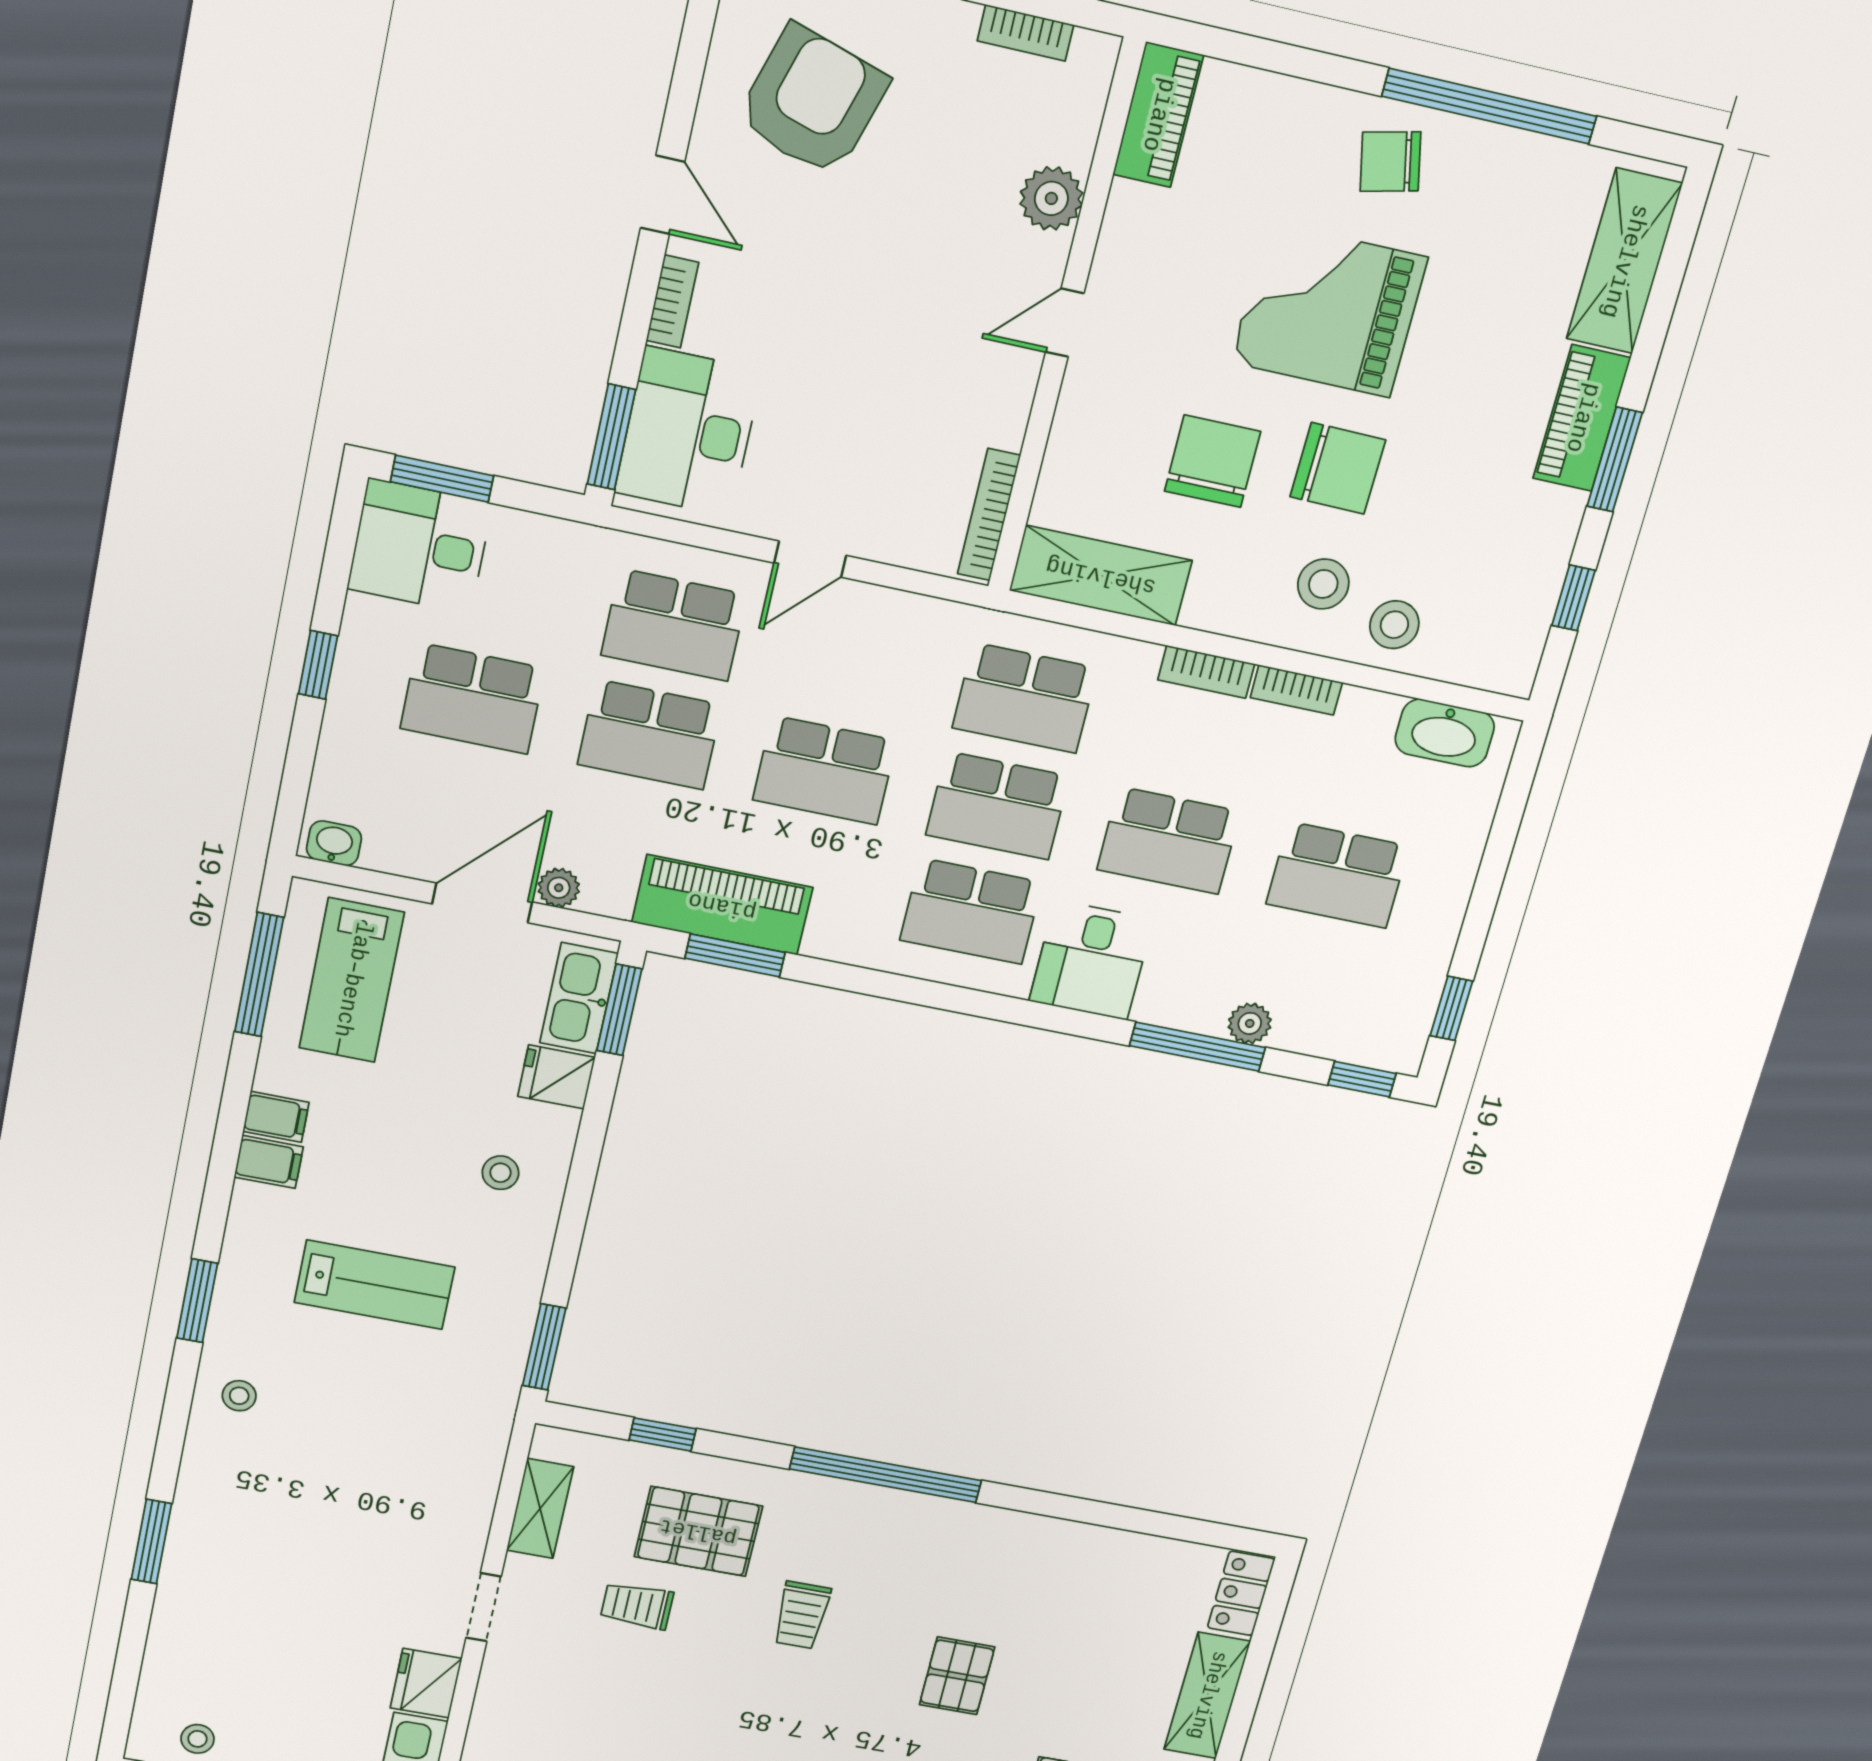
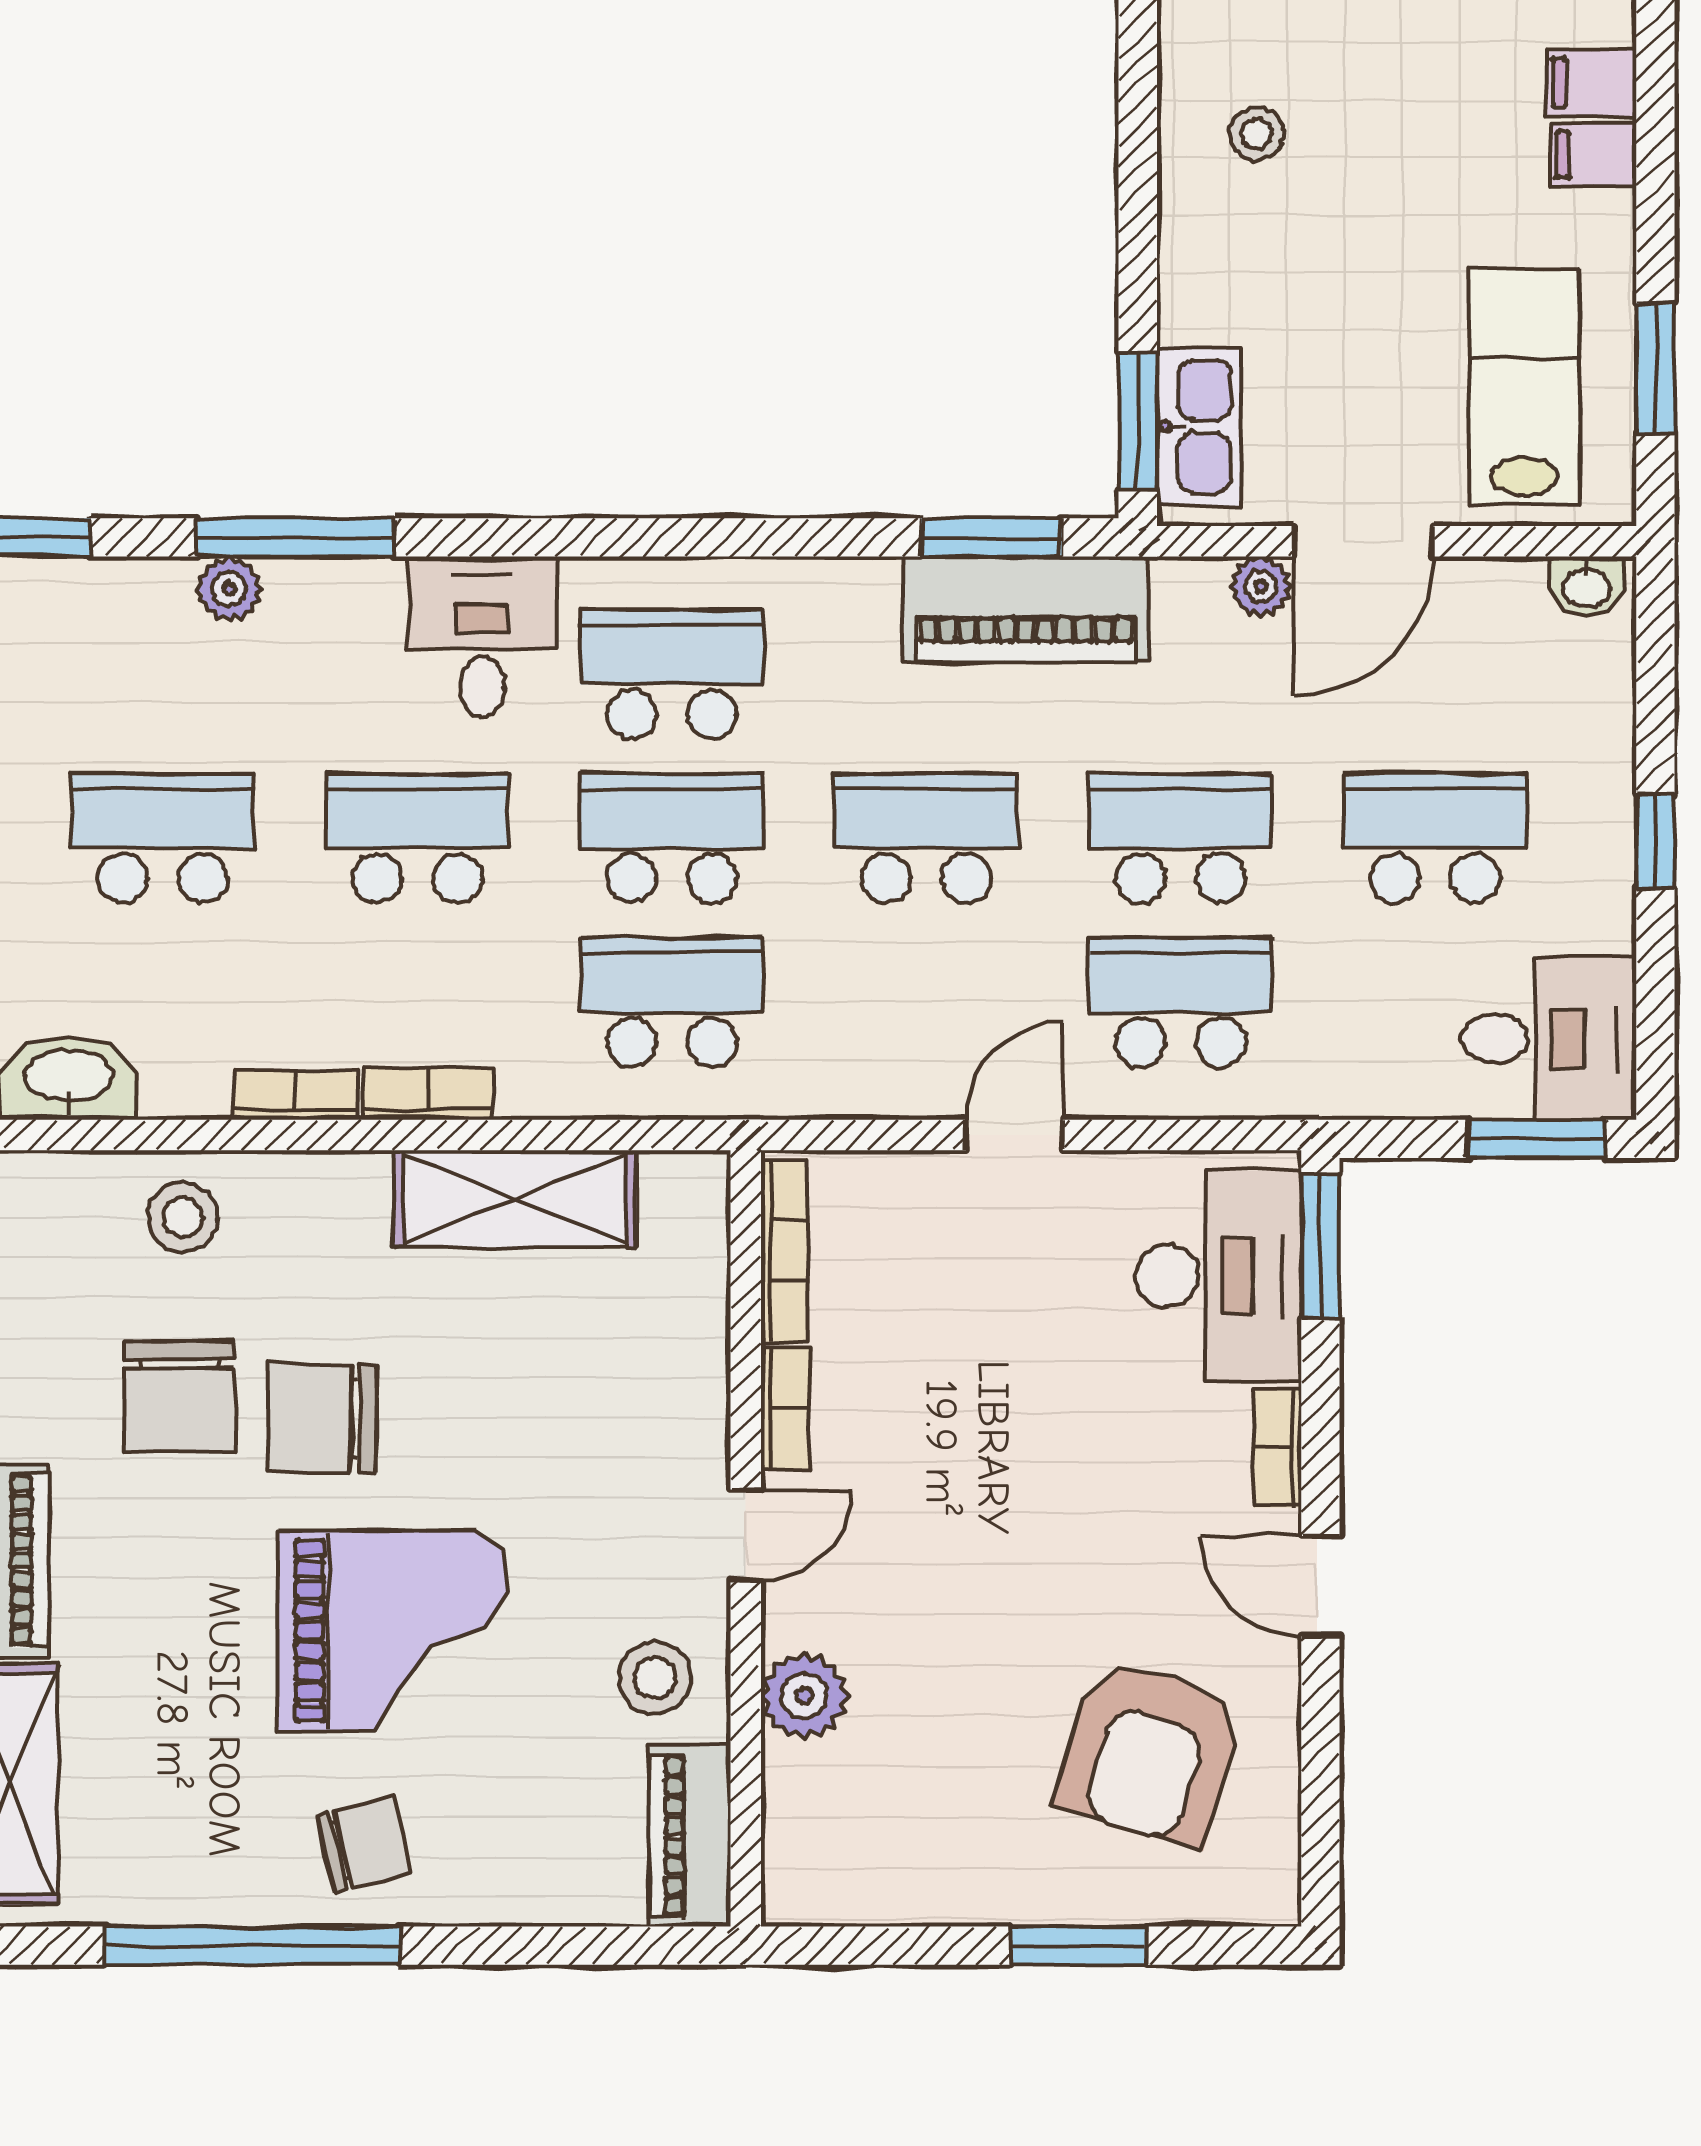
bookcase: (1026, 33) -> (785, 1409), moved, turned 90
chair: (1212, 461) -> (179, 1397), moved
shelving: (1101, 575) -> (515, 1199), moved
stool: (1323, 584) -> (655, 1678), moved
window: (259, 975) -> (1655, 368), width x0.69
fridge: (556, 1077) -> (1206, 299), removed

